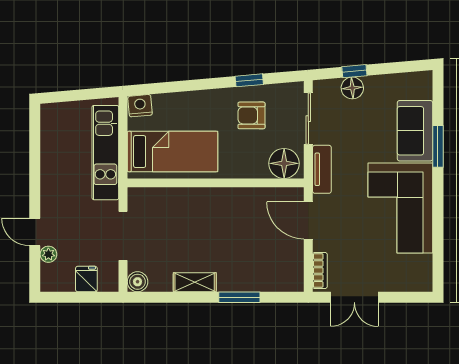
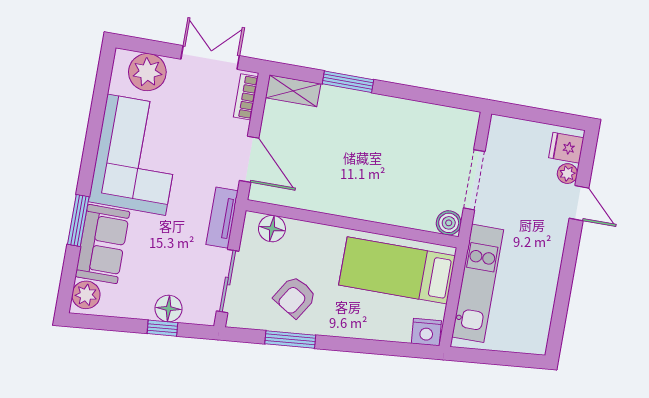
window: (249, 80) -> (290, 339), width x1.50
plant: (421, 87) -> (86, 295), added
armchair: (251, 115) -> (295, 297), turned 122
floor lamp: (284, 163) -> (272, 229), width x0.73, depth x0.73
plant: (403, 276) -> (147, 72), added
fridge: (86, 279) -> (566, 148), moved, turned 90
boiler: (138, 282) -> (449, 223), moved
shelving: (195, 282) -> (293, 91), moved

